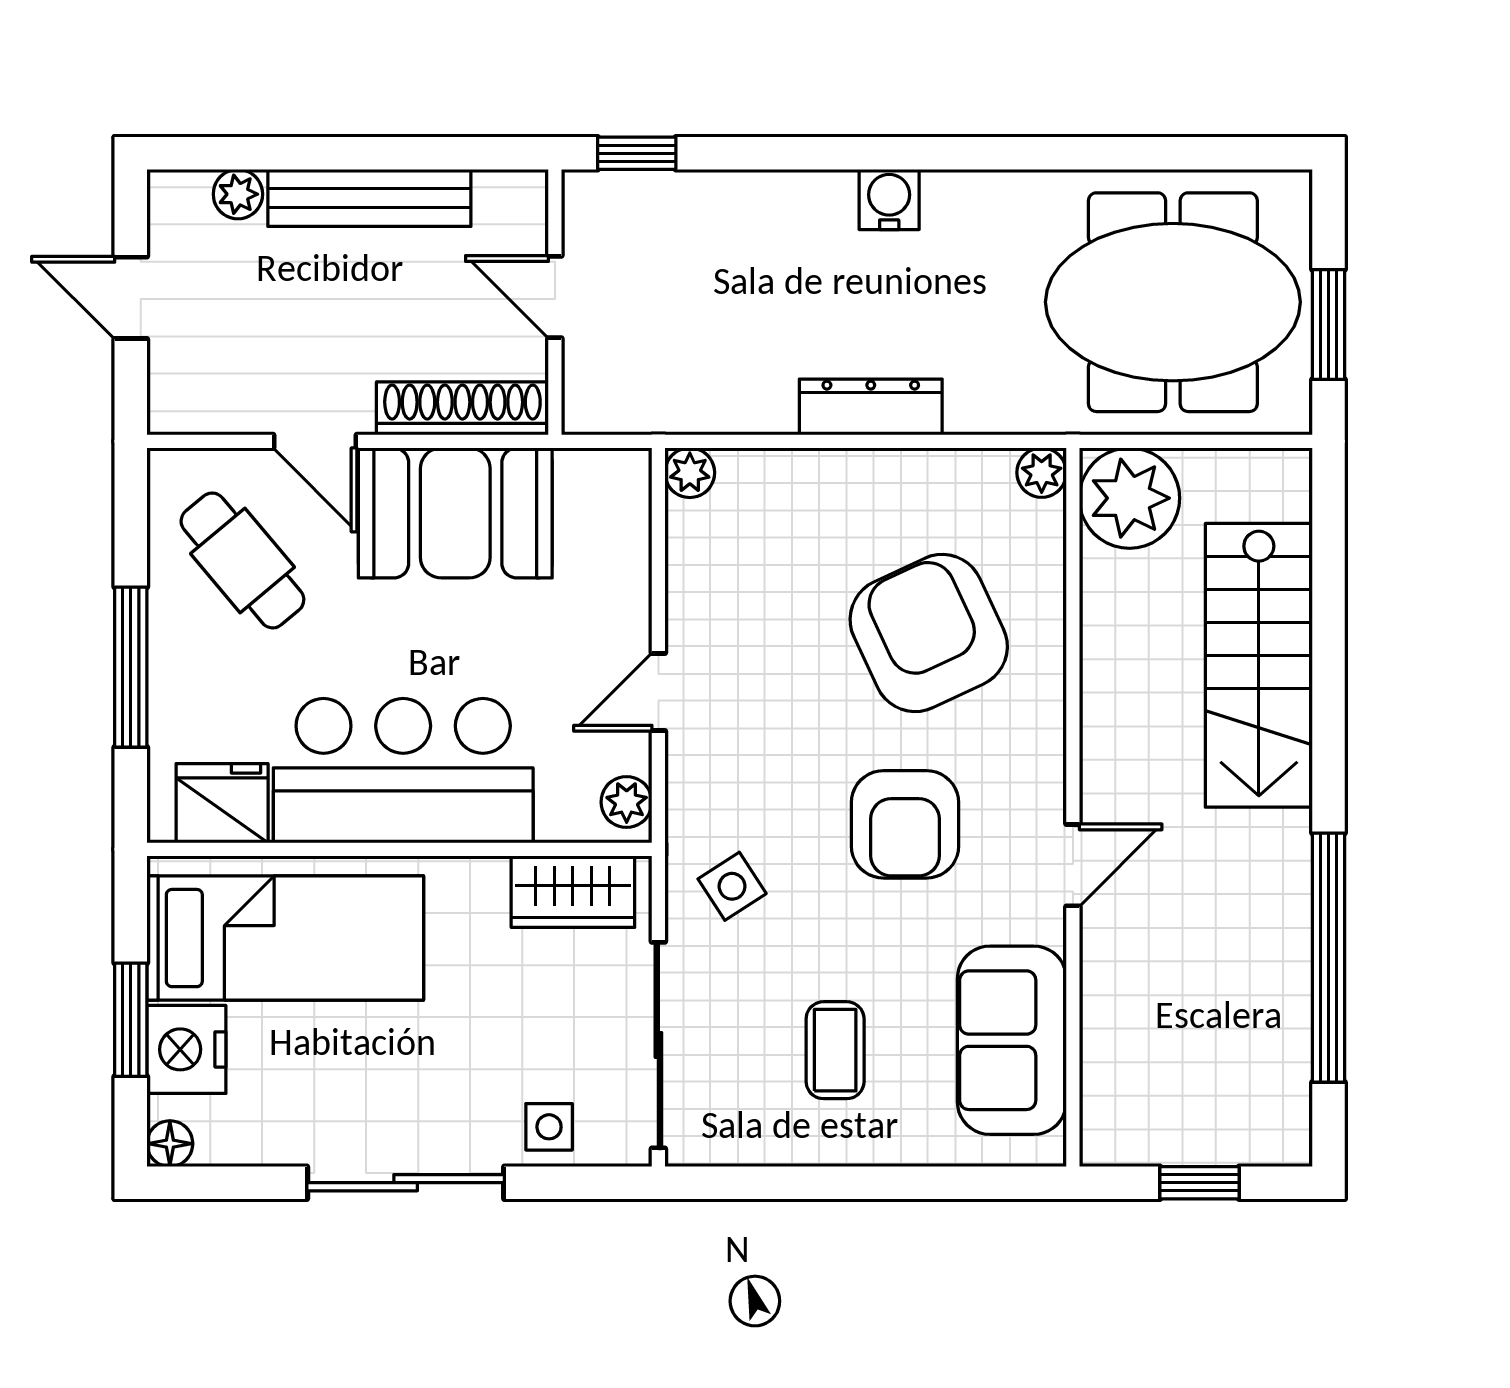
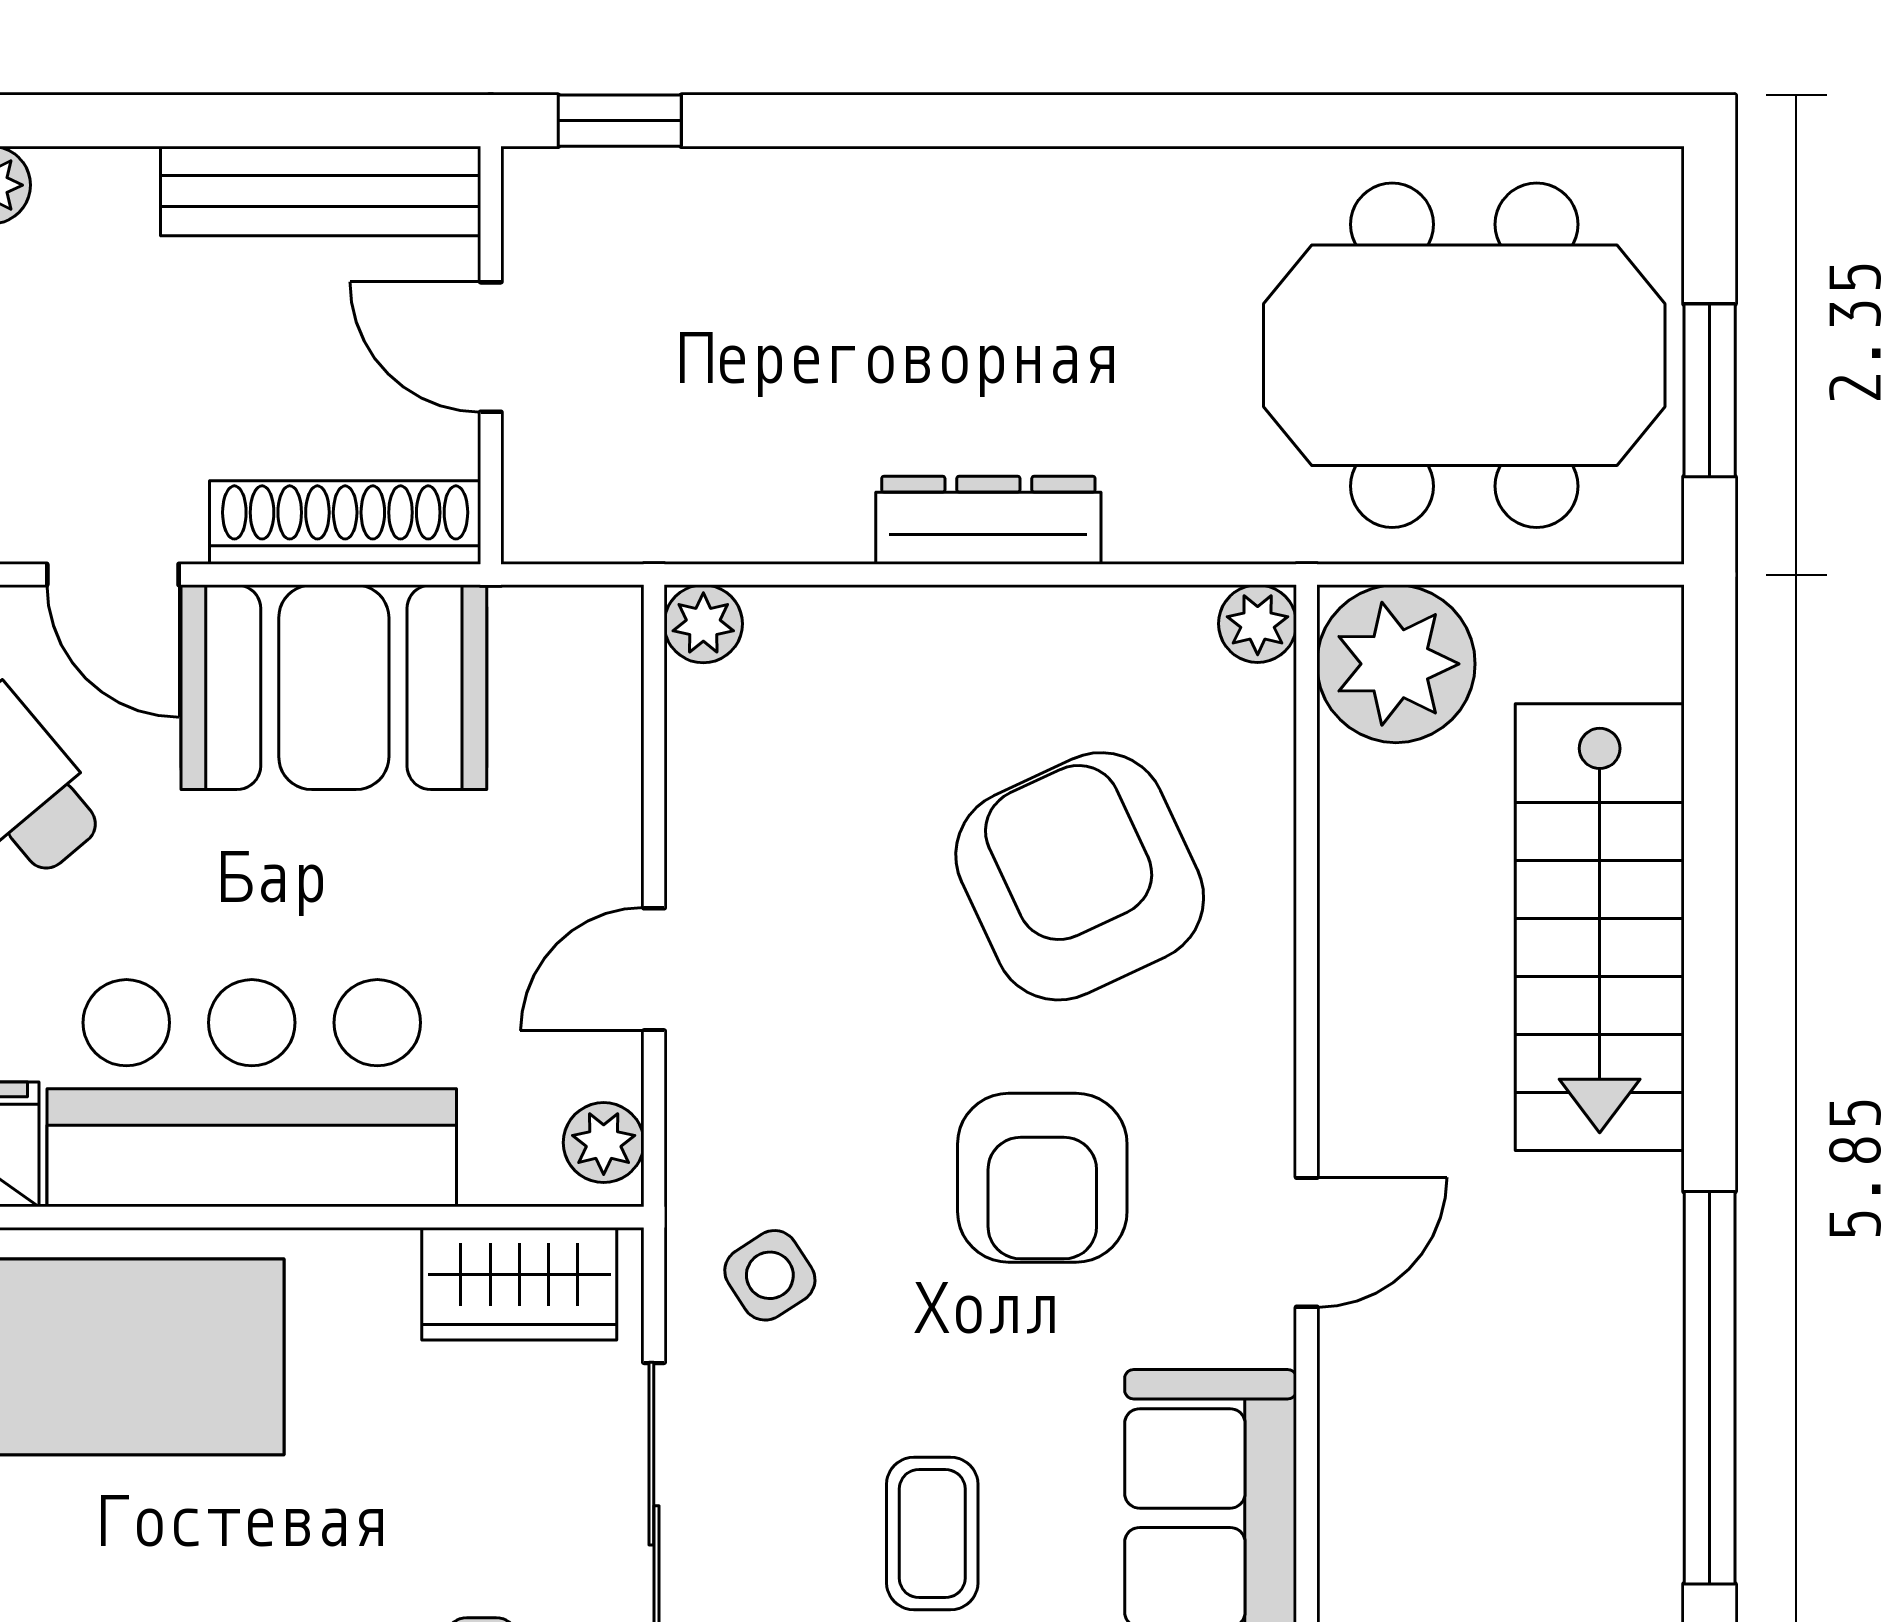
bench: (369, 198) -> (321, 191), moved
water cooler: (889, 200) -> (1017, 194), removed

